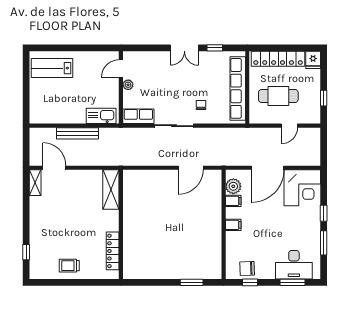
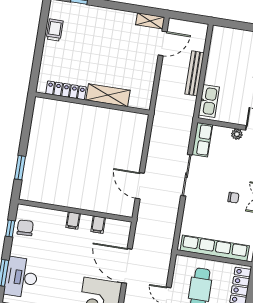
chair: (201, 105) -> (233, 198), moved
plant: (233, 186) -> (113, 227), removed
shelving: (111, 190) -> (108, 95), moved
trolley: (69, 266) -> (55, 30), moved

